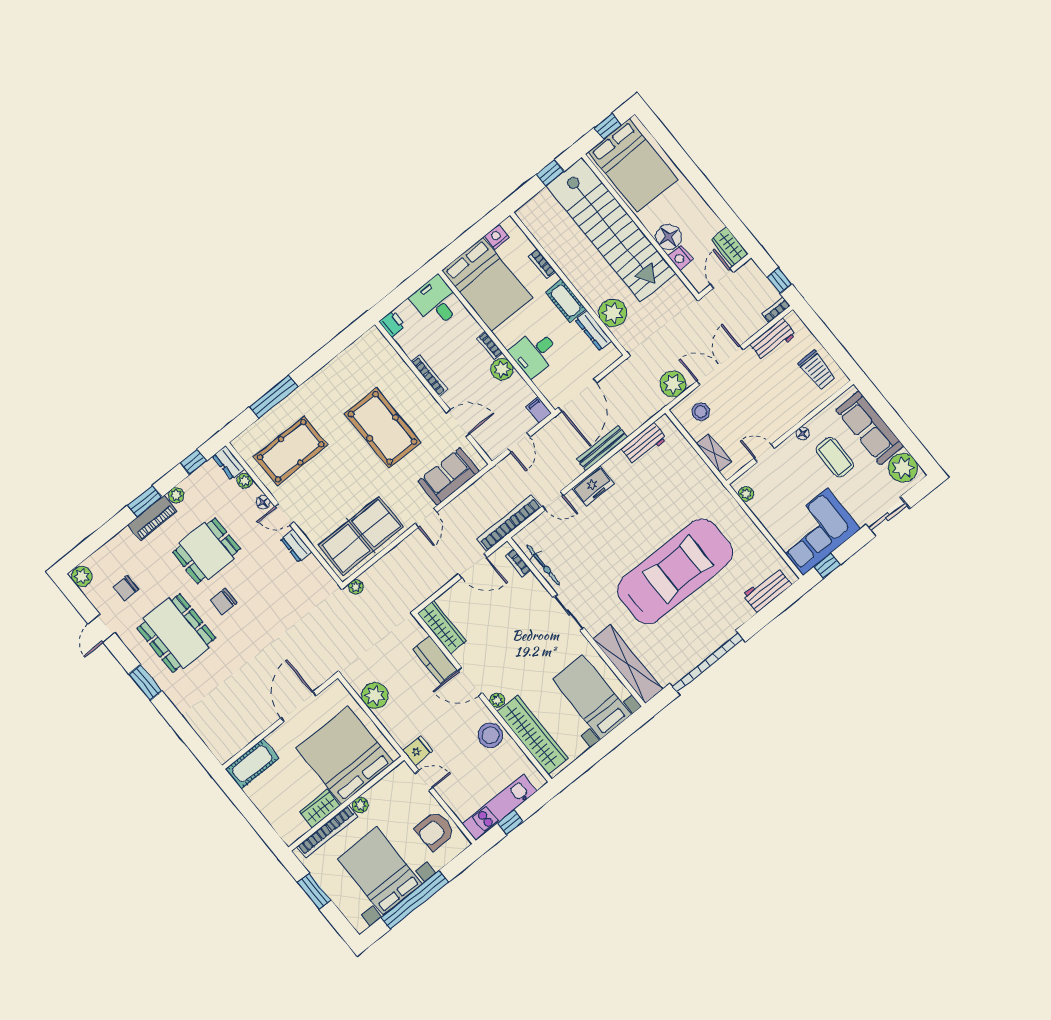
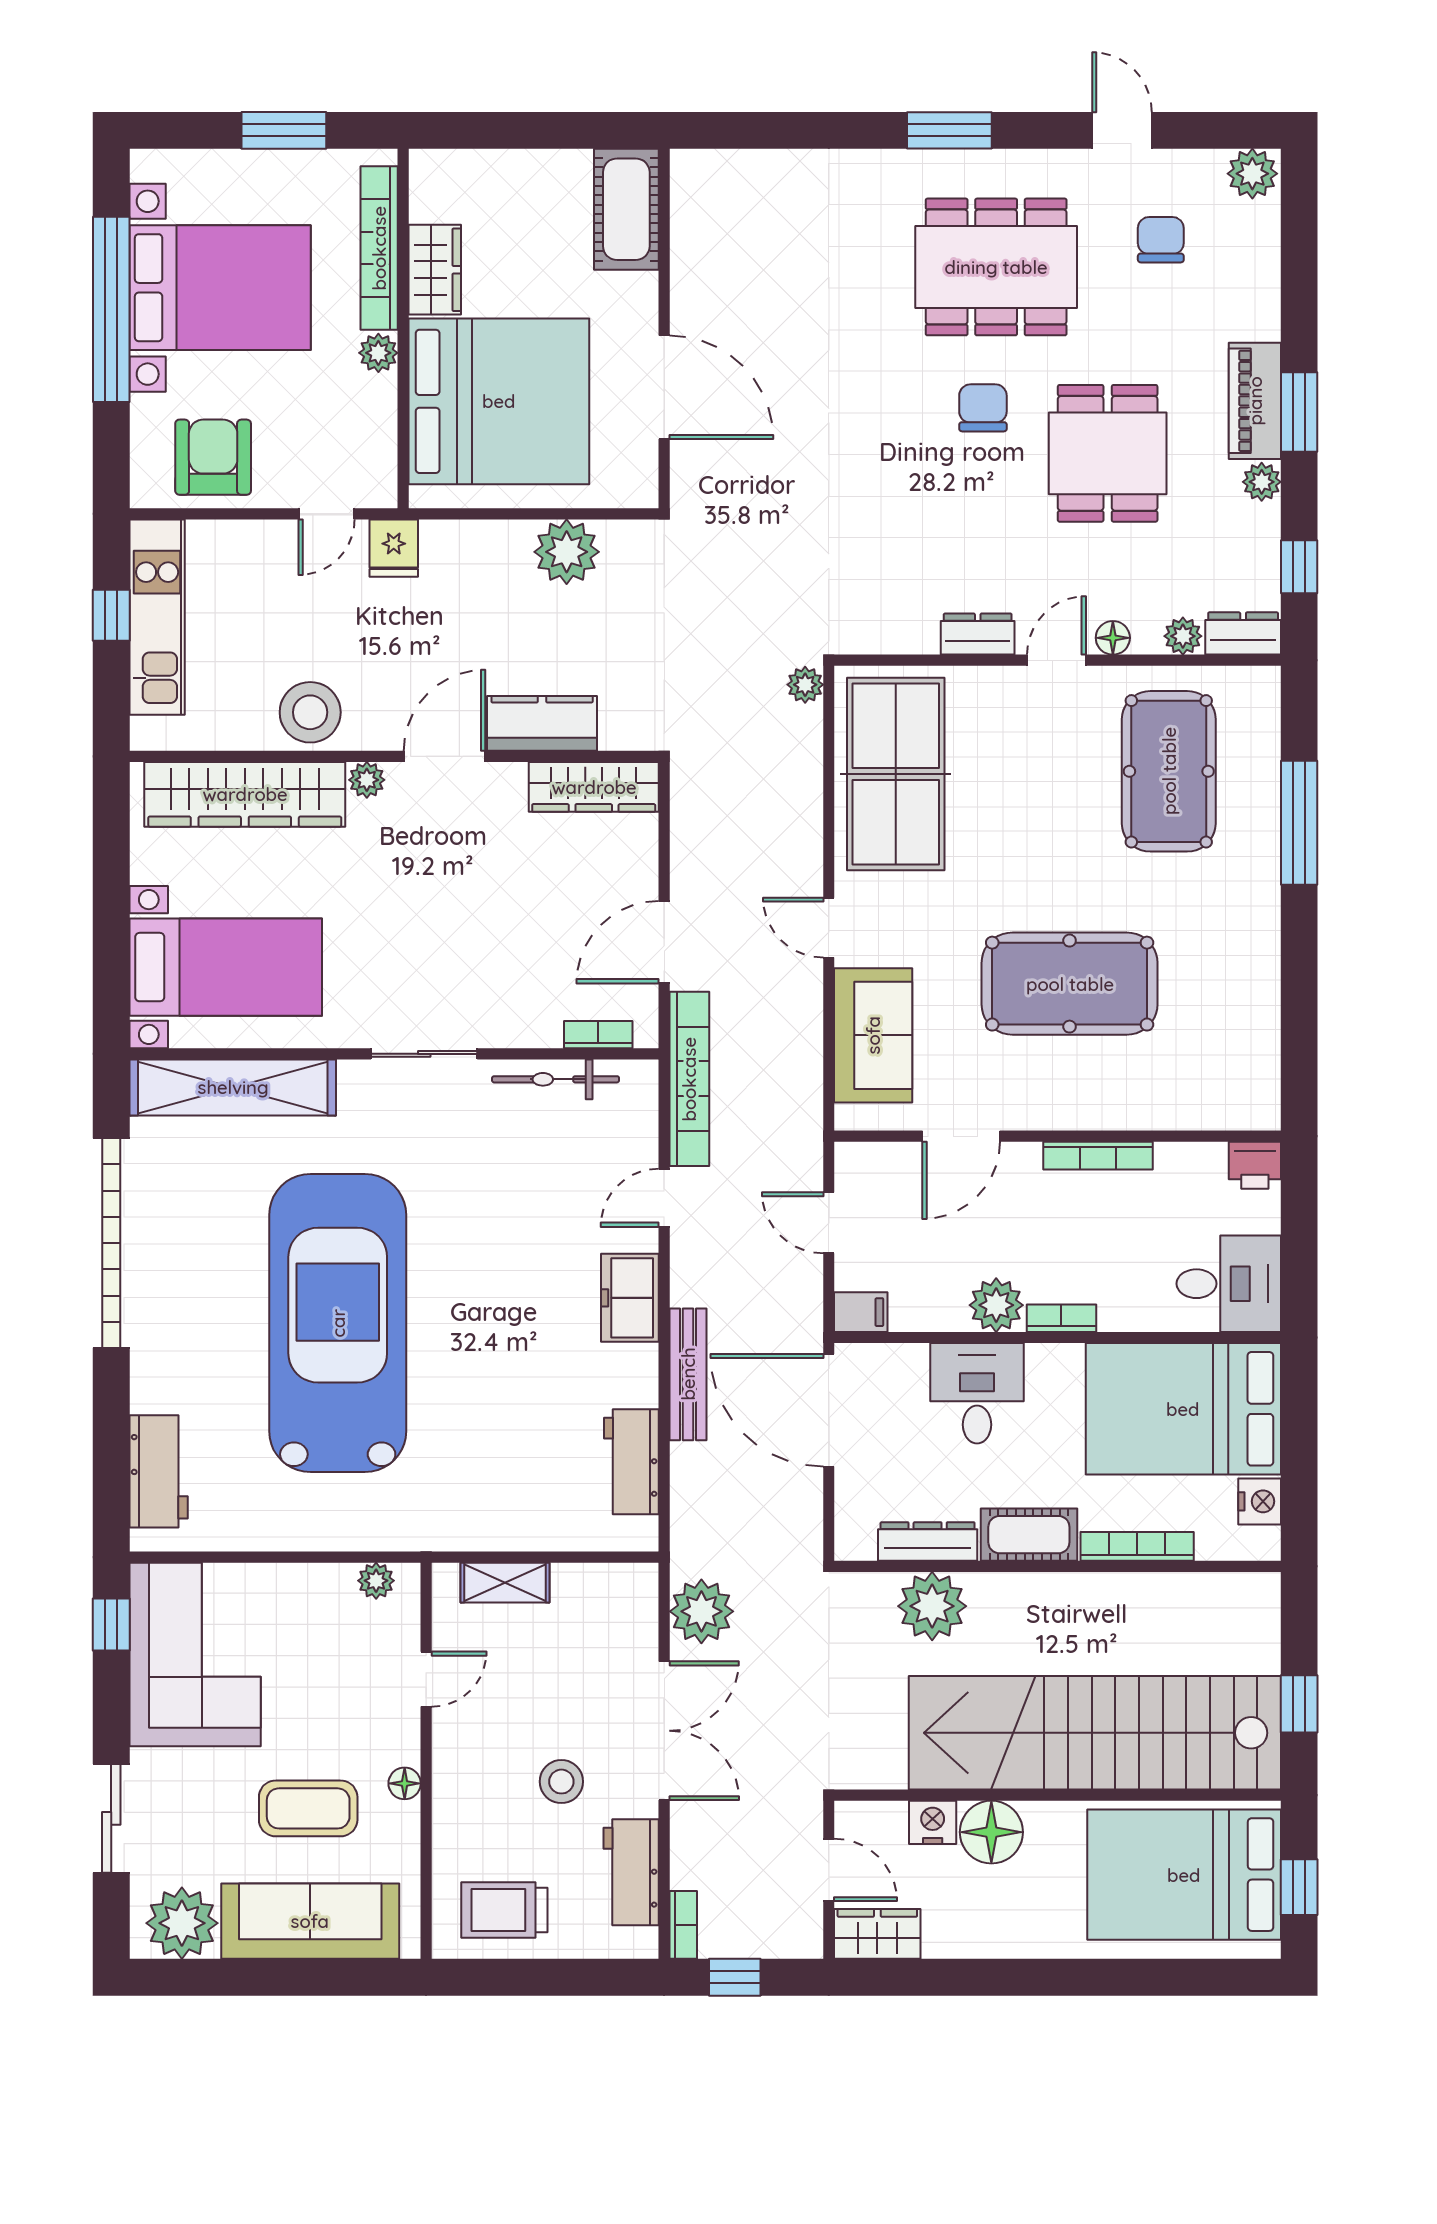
bookcase: (542, 264) -> (1137, 1546), width x1.56
stool: (701, 412) -> (561, 1782), moved
car: (675, 571) -> (338, 1323), turned 180

